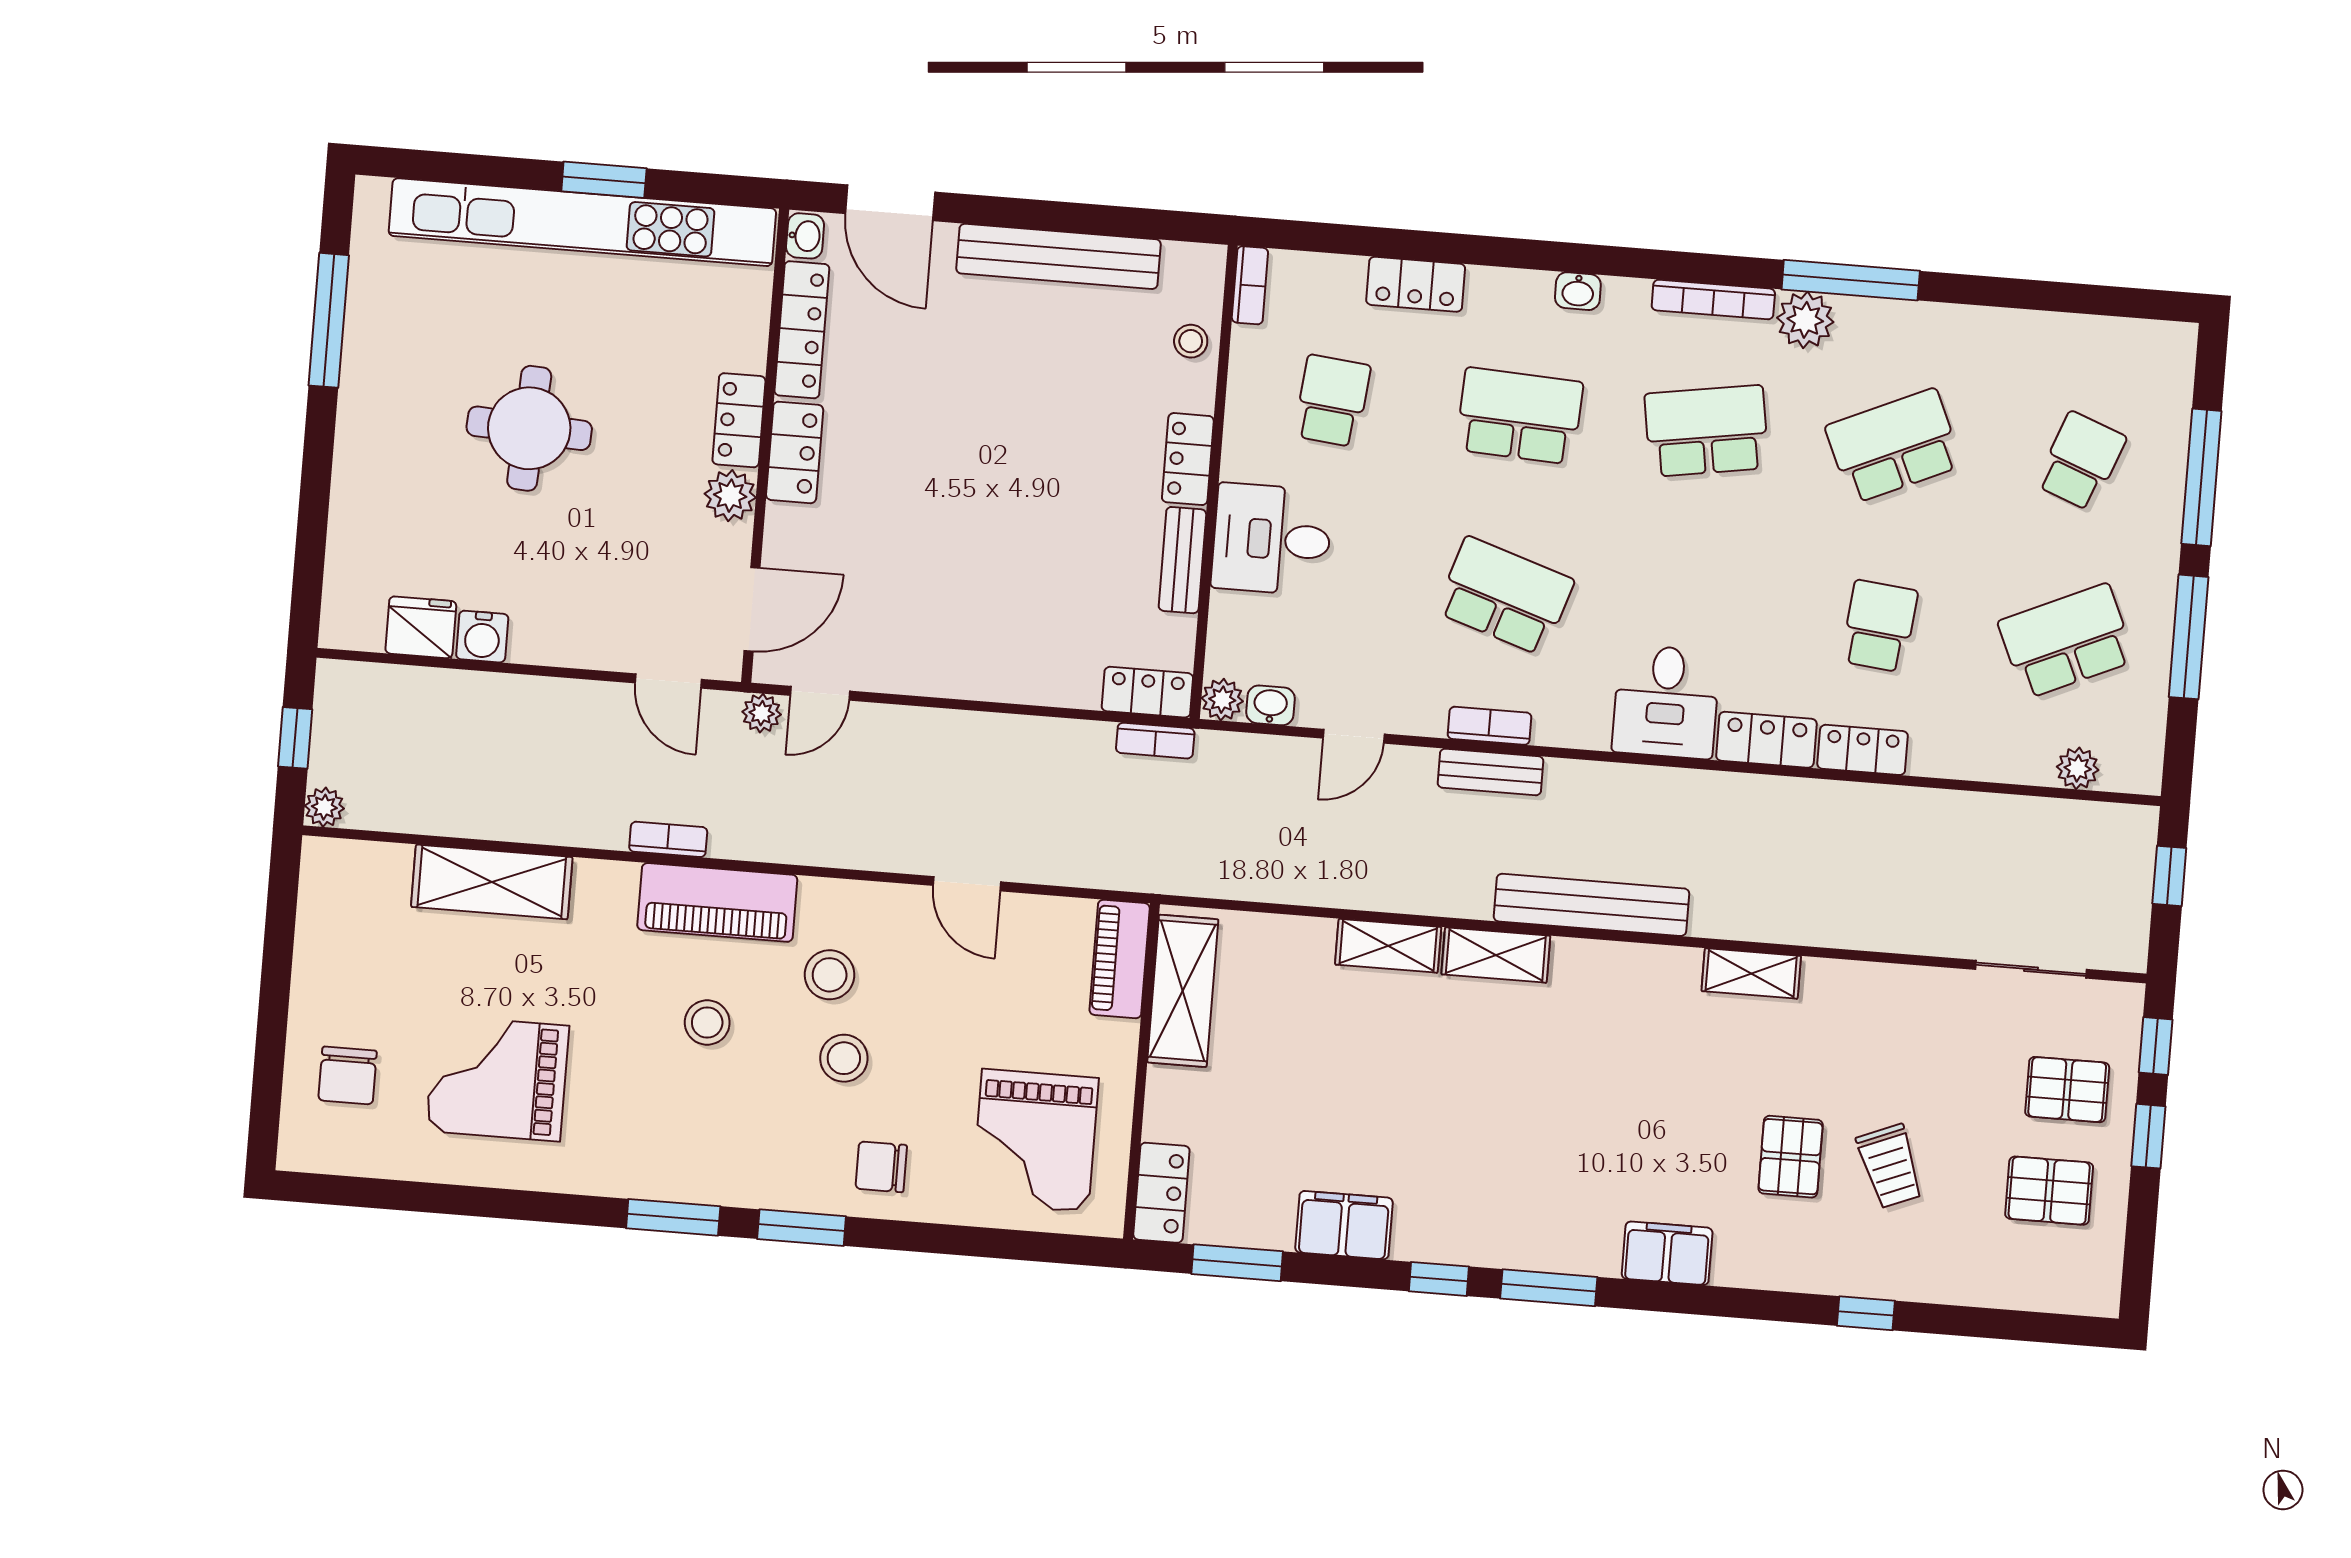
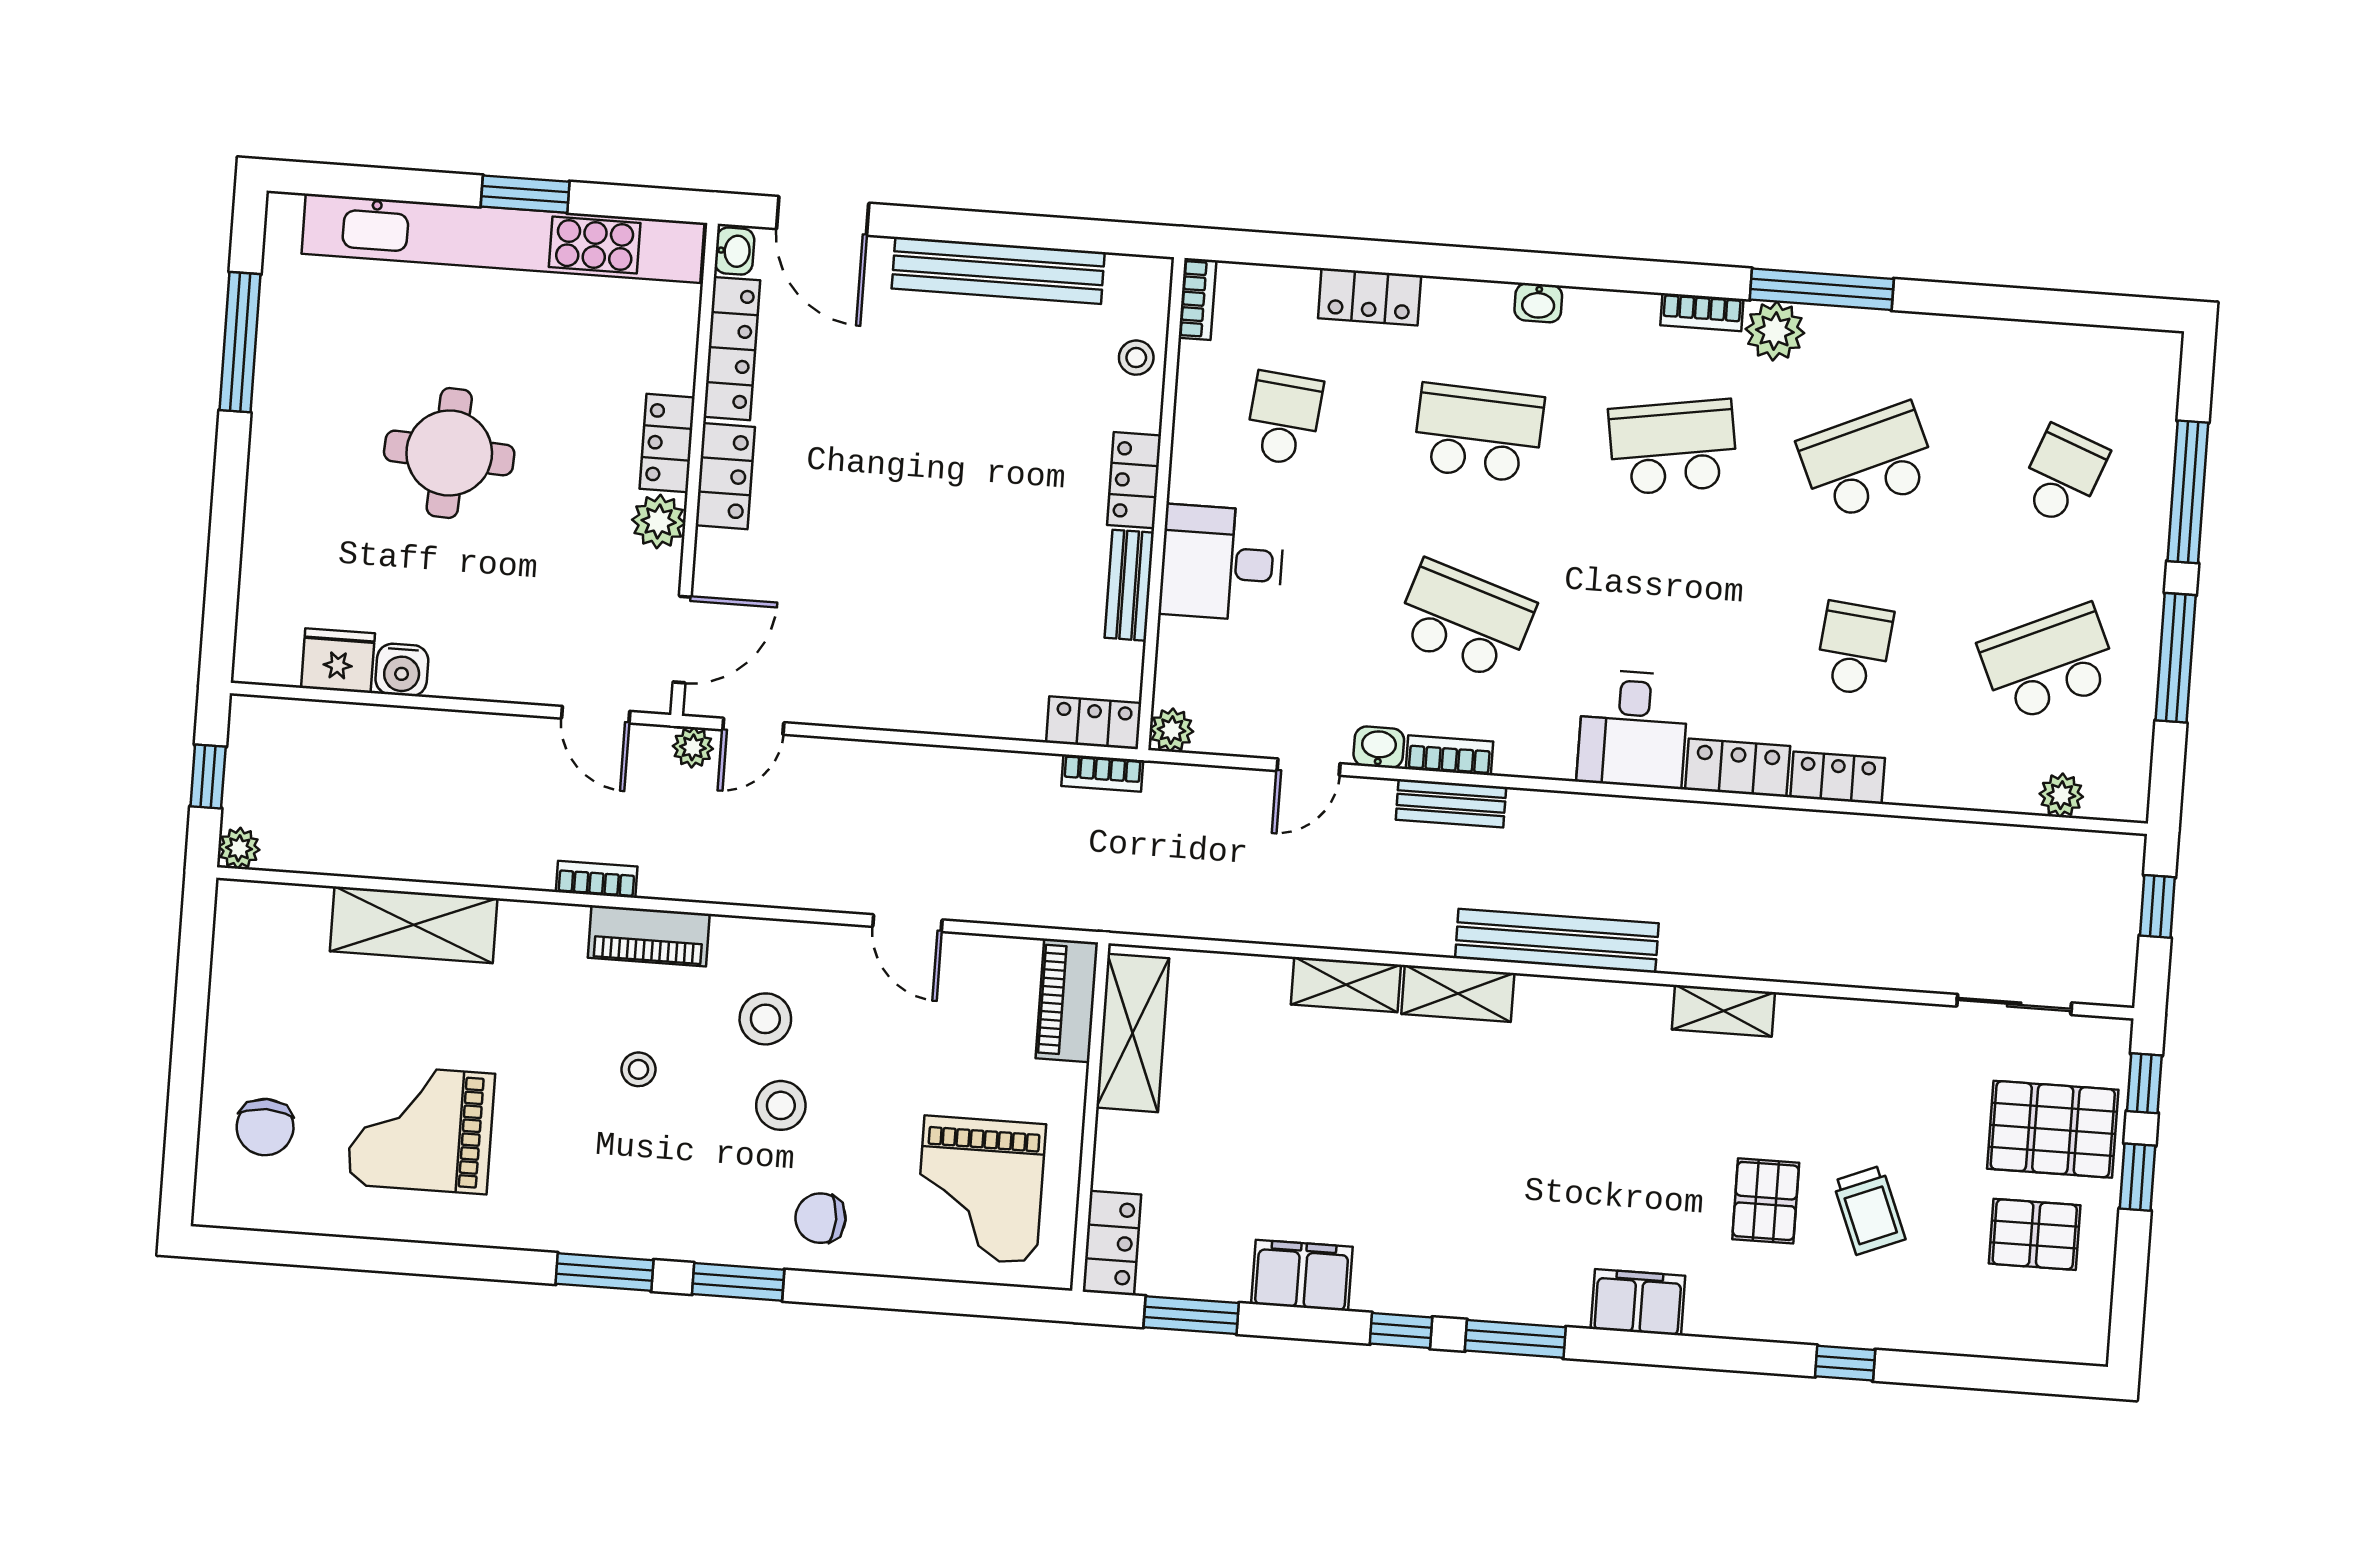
bookcase: (1713, 300) -> (1702, 312), width x0.64
washbasin: (1270, 705) -> (1379, 747), moved
piano: (717, 902) -> (649, 936), width x0.73, depth x0.75
stool: (707, 1023) -> (639, 1069), width x0.73, depth x0.73
pallet: (2067, 1090) -> (2053, 1129), width x1.50, depth x1.42

